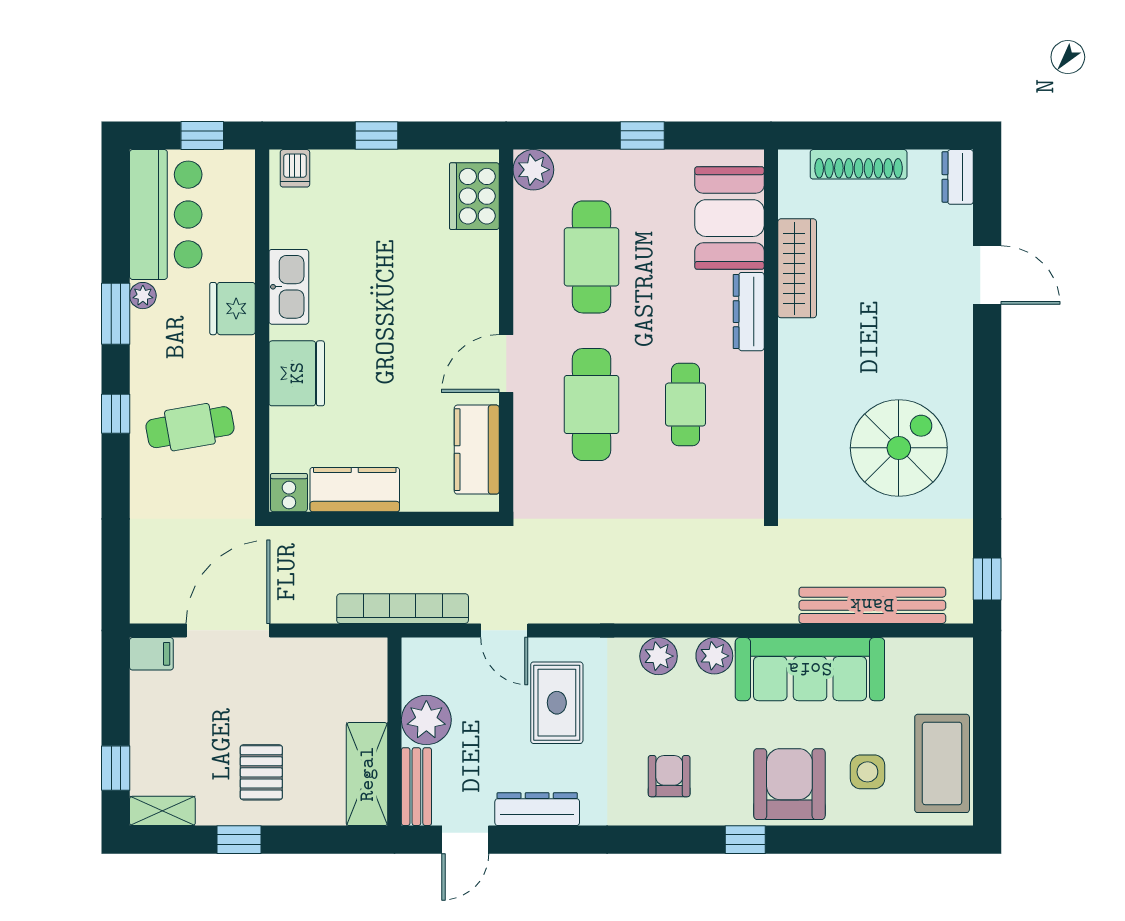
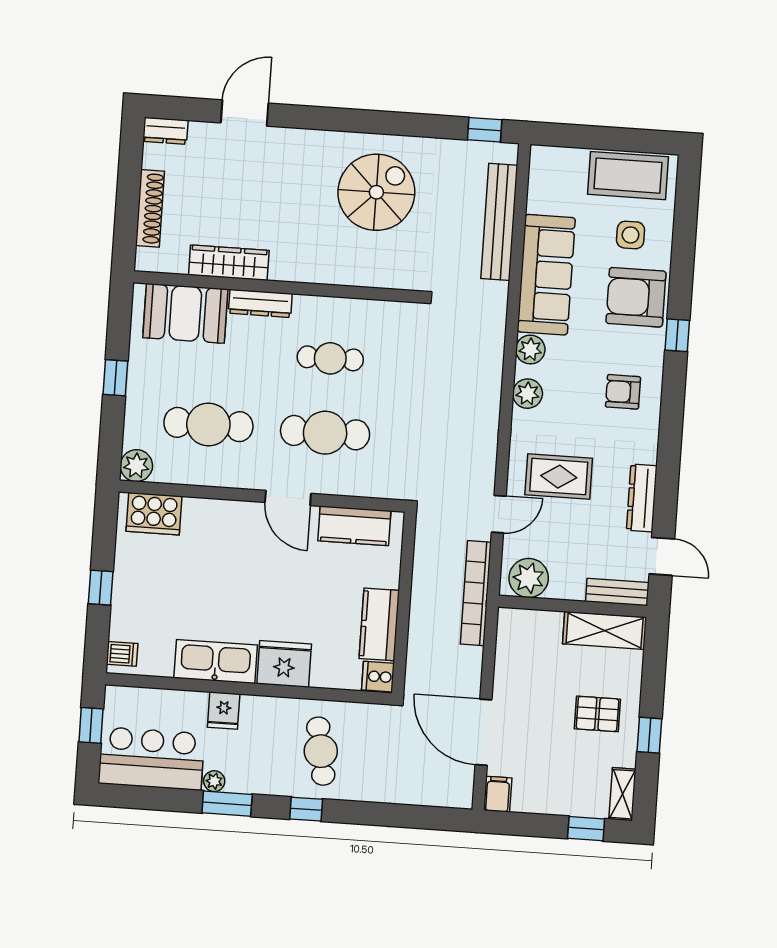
kitchen sink: (289, 287) -> (216, 662), width x1.36, depth x1.24
fridge: (233, 309) -> (224, 711), width x0.72
spiral stairs: (899, 448) -> (376, 192), turned 90
plant: (426, 720) -> (529, 578), moved

